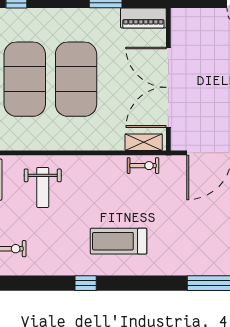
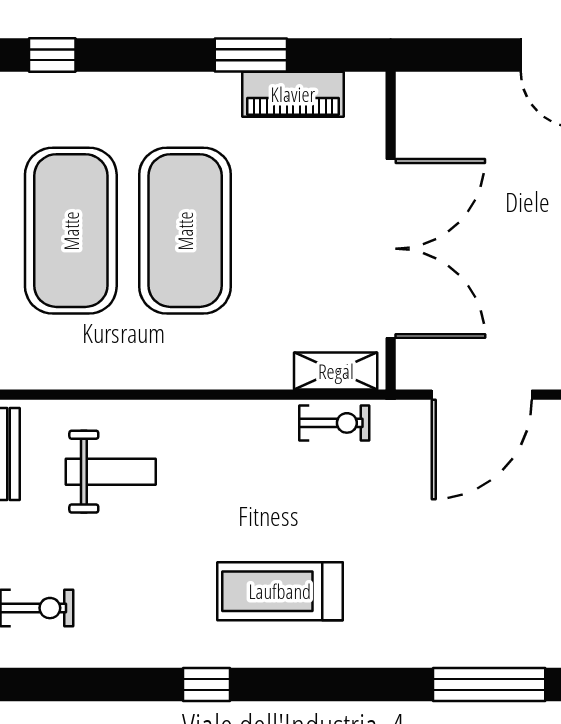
piano: (143, 18) -> (293, 94), moved
double door: (168, 87) -> (391, 249), swing flipped
weight bench: (43, 187) -> (111, 472), turned -90

